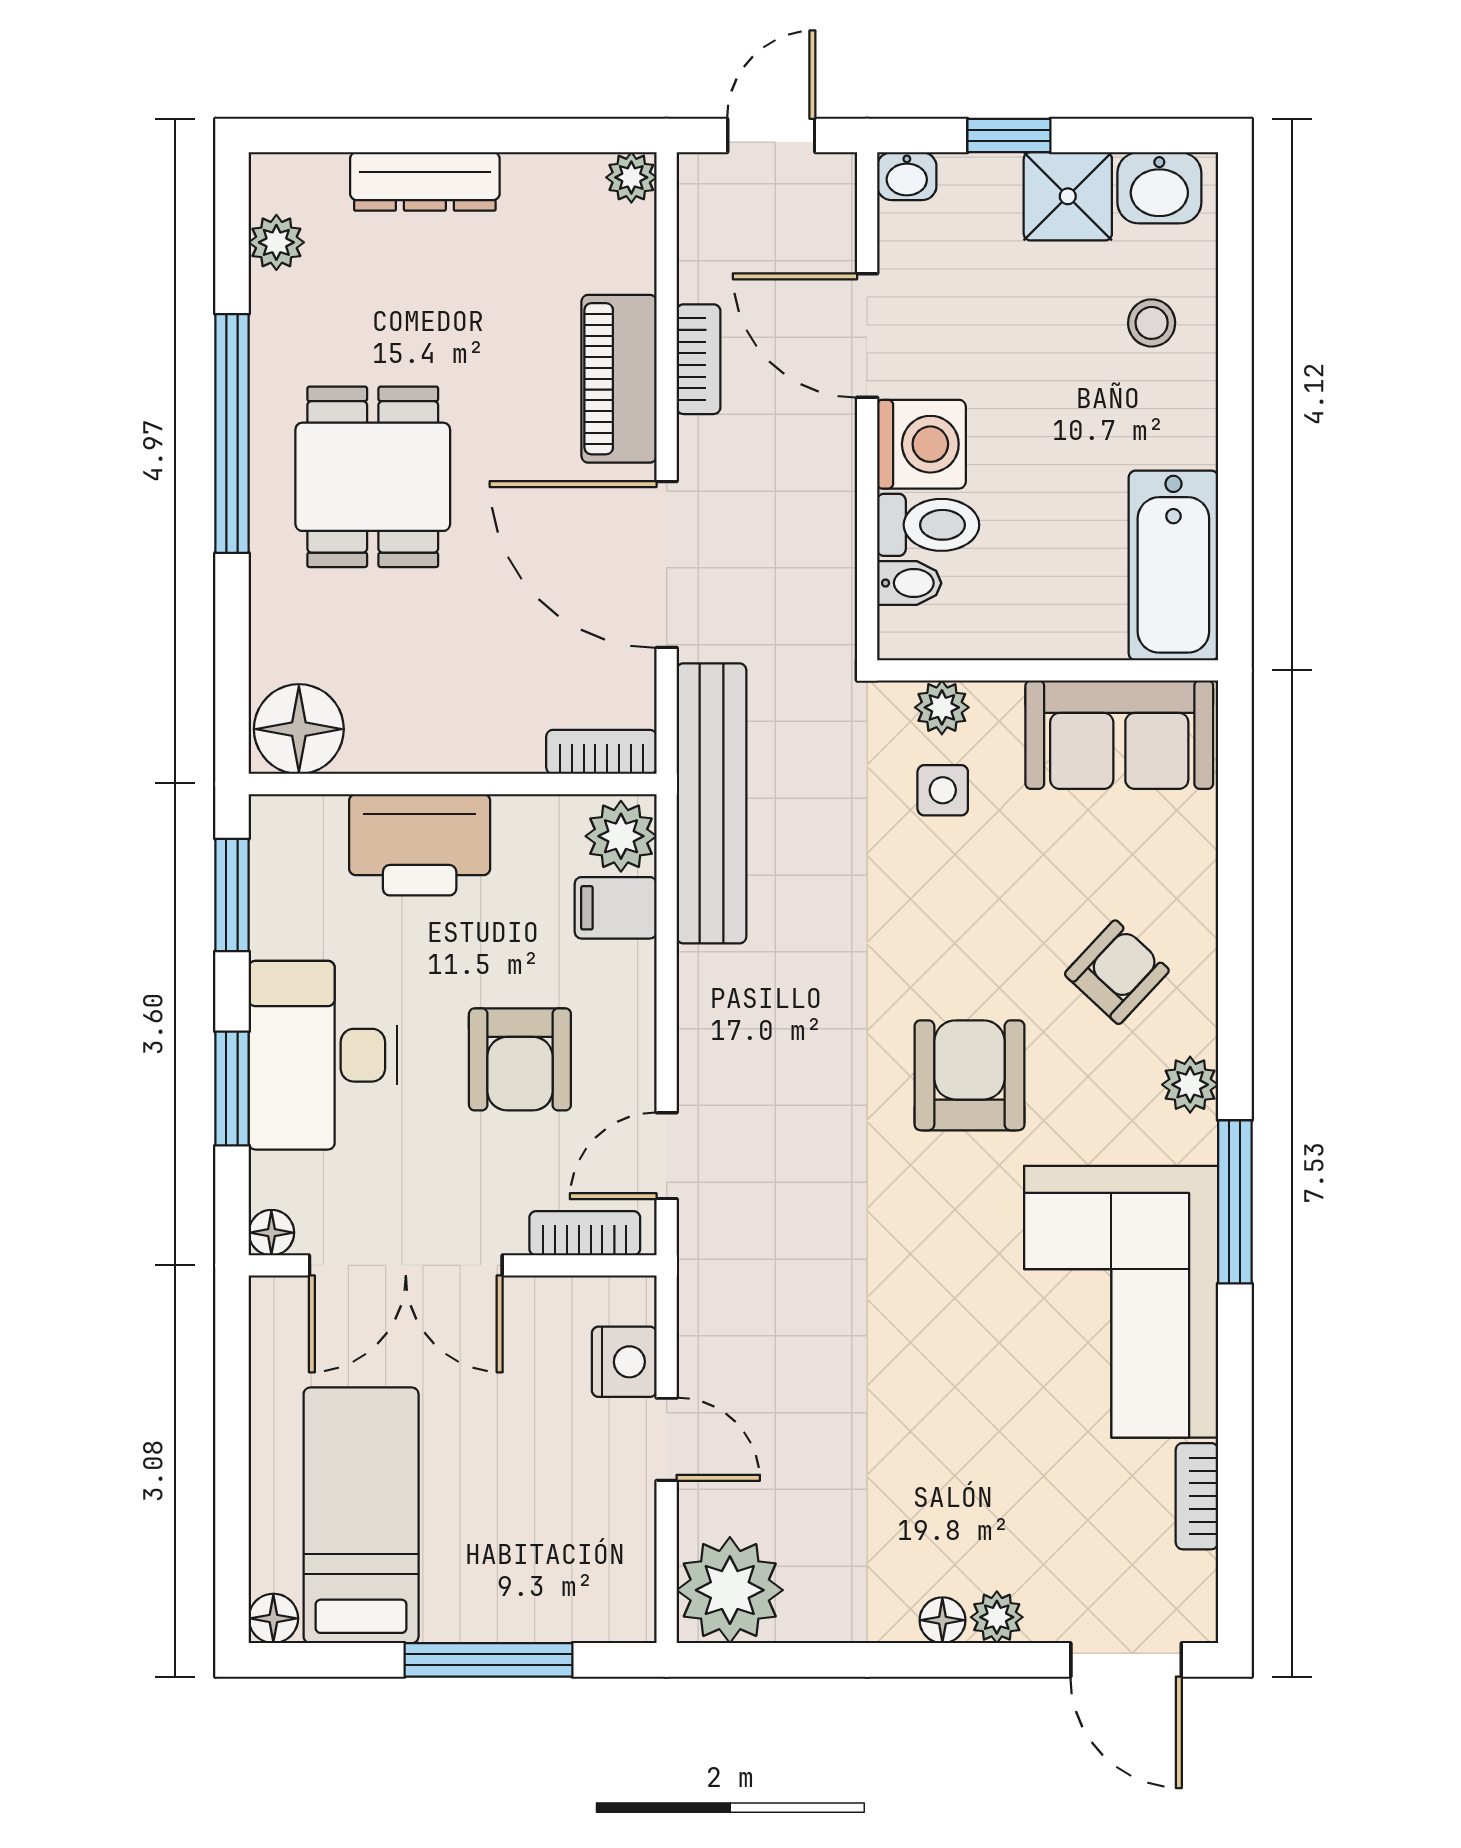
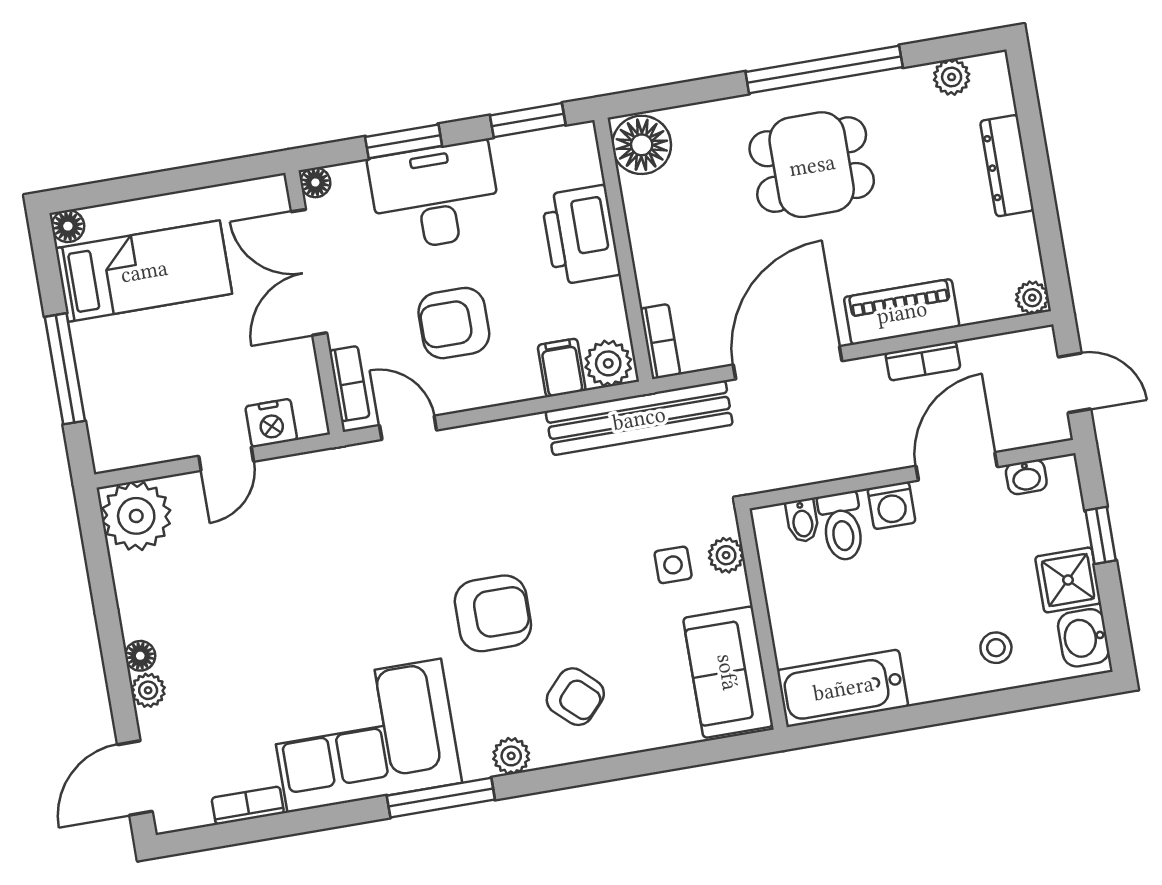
washbasin: (907, 176) -> (1026, 477), moved, turned -90
washing machine: (921, 444) -> (891, 505), width x0.73, depth x0.73

